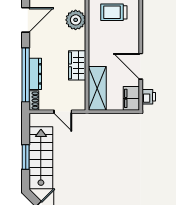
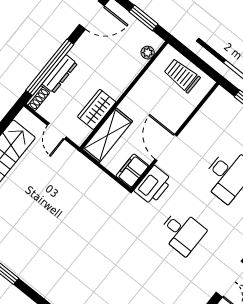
plant: (76, 20) -> (148, 53), width x0.53, depth x0.53
wardrobe: (77, 65) -> (97, 109), moved
printer: (149, 97) -> (153, 185), width x1.87, depth x1.48

